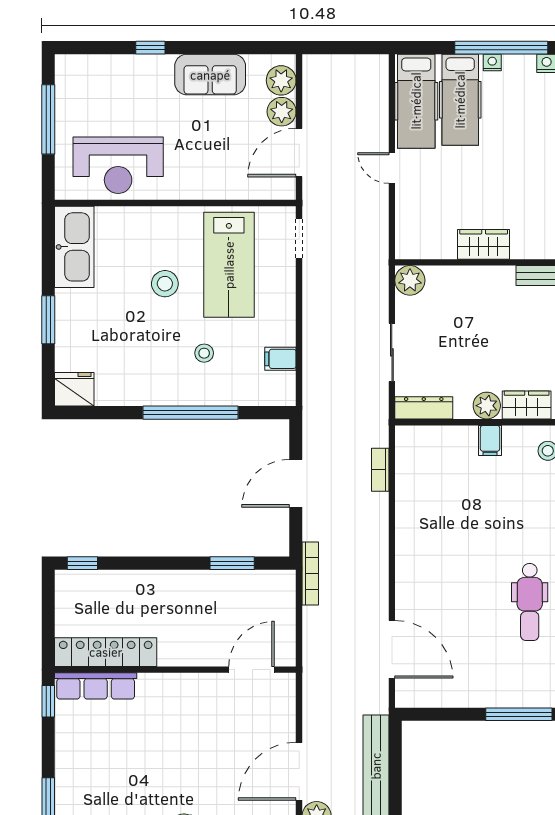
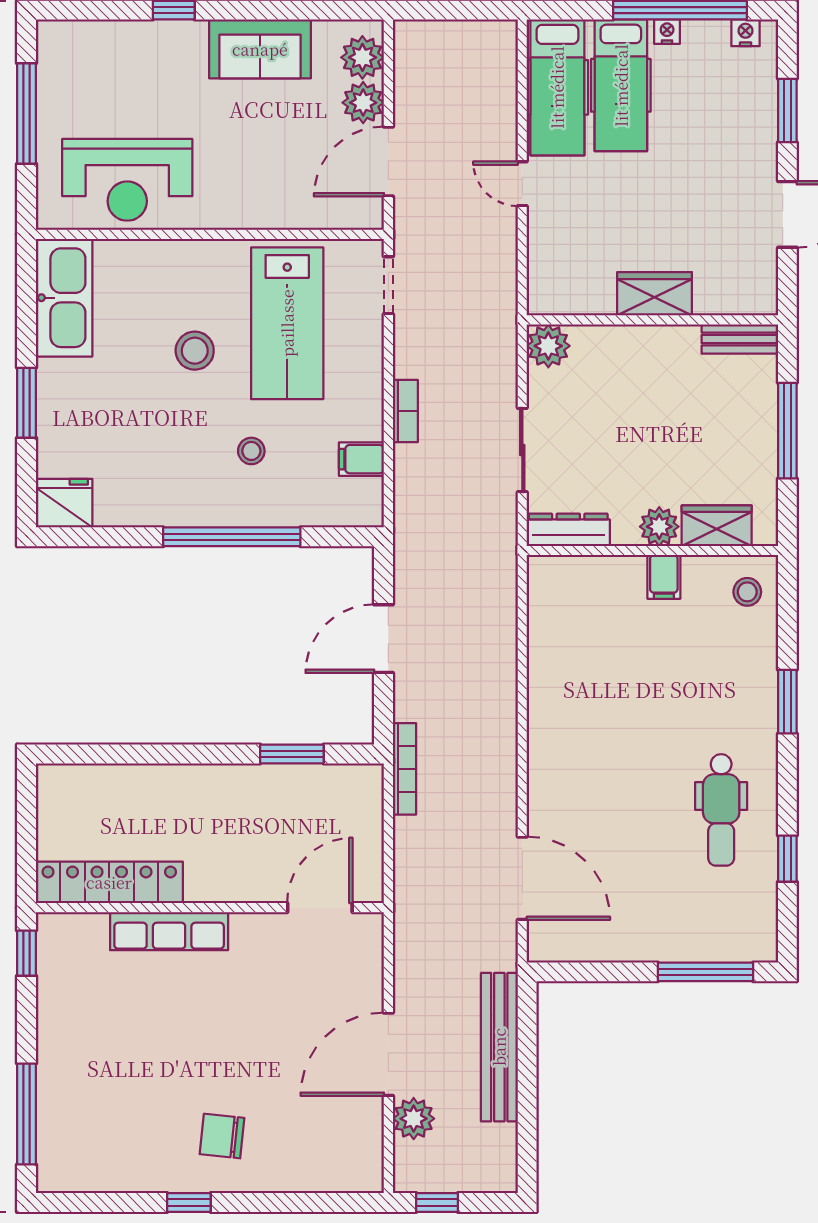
bookcase: (380, 470) -> (405, 411), moved, turned 180
window: (82, 563) -> (76, 754), removed
row of seats: (96, 686) -> (169, 931), moved

